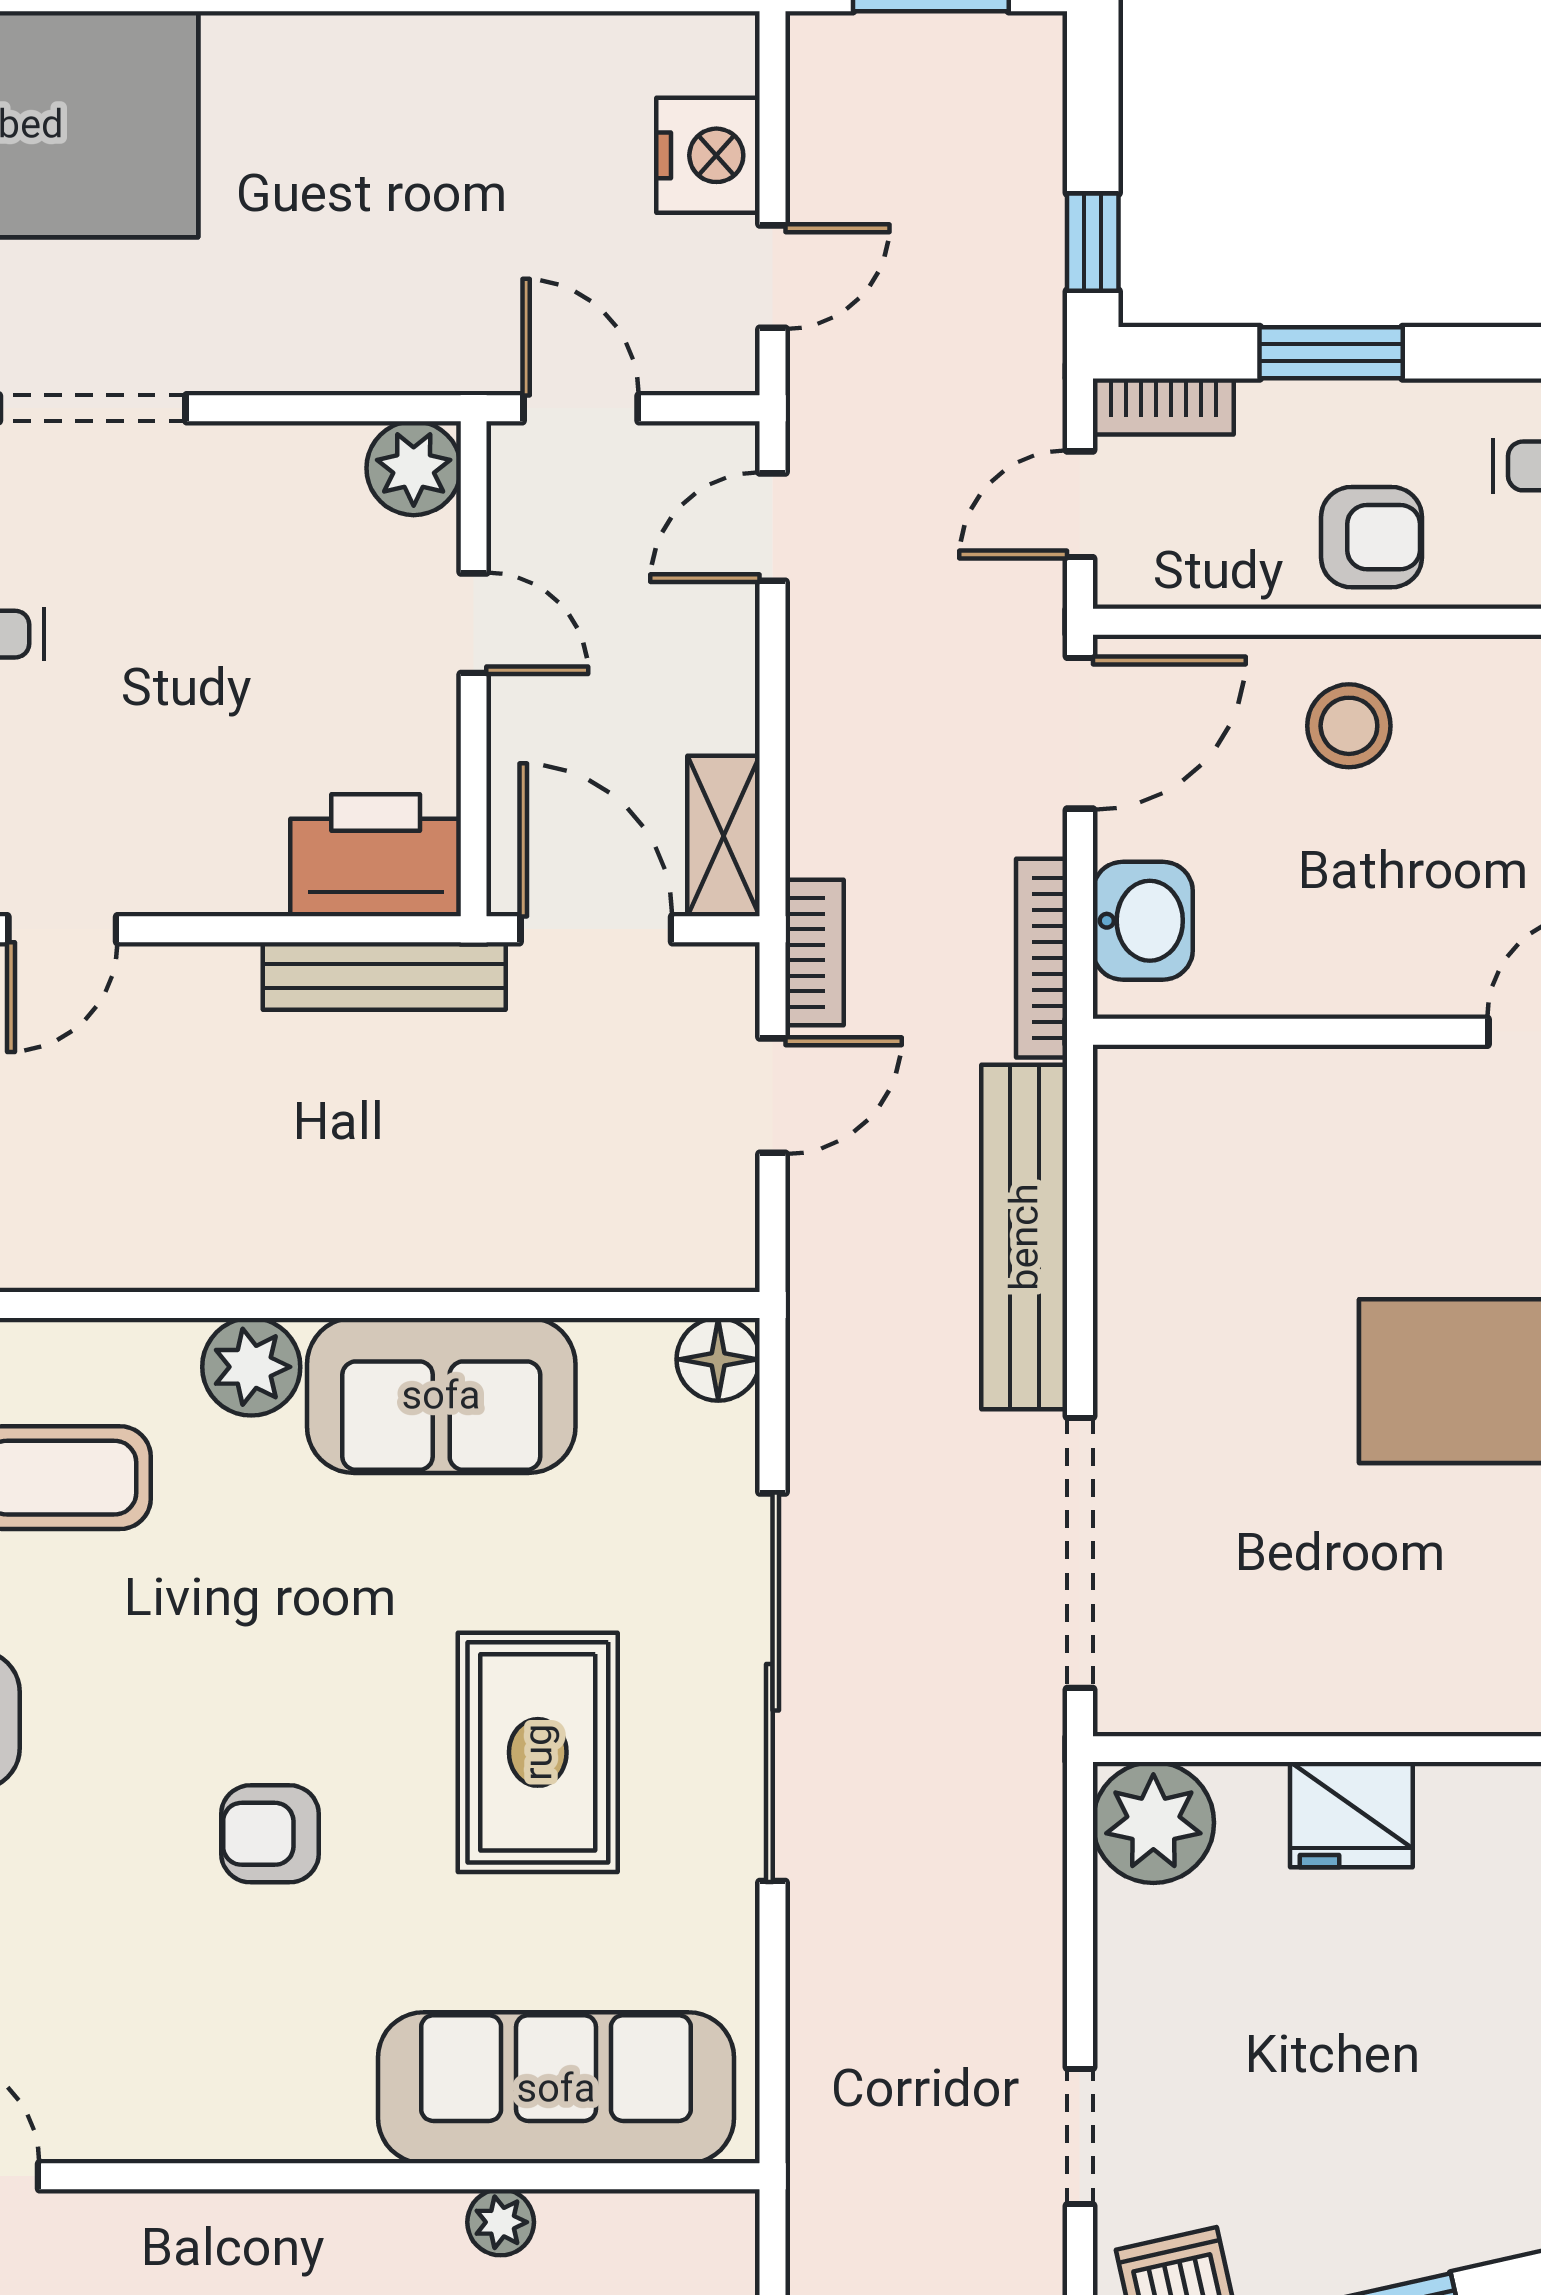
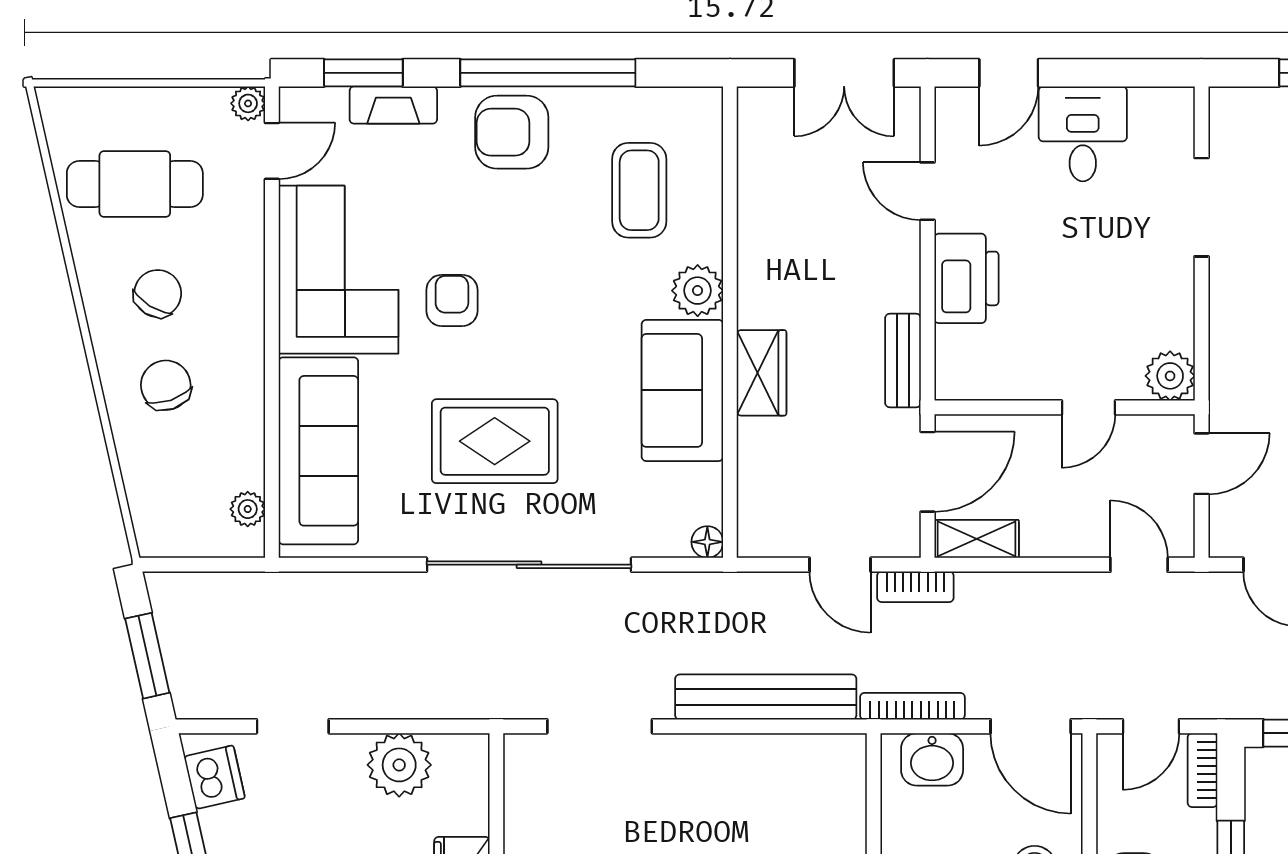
door: (1080, 504) -> (1151, 726), swing flipped
printer: (376, 855) -> (966, 278), moved
bench: (384, 976) -> (903, 361), width x0.73
wardrobe: (408, 1245) -> (762, 373), added
floor lamp: (718, 1359) -> (707, 542), width x0.73, depth x0.73
doorway: (1080, 1553) -> (600, 726), width x0.73
plant: (1153, 1823) -> (399, 765), moved
corner sofa: (212, 2049) -> (339, 270), added
plant: (501, 2222) -> (248, 509), moved

